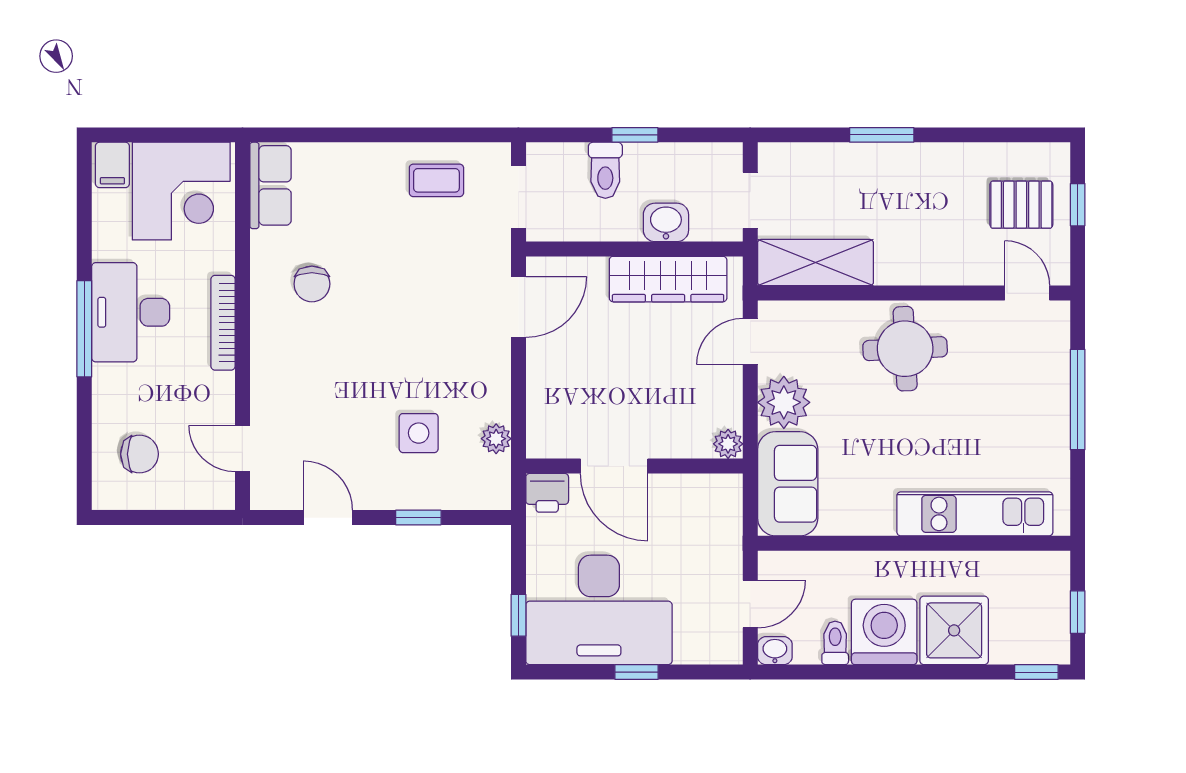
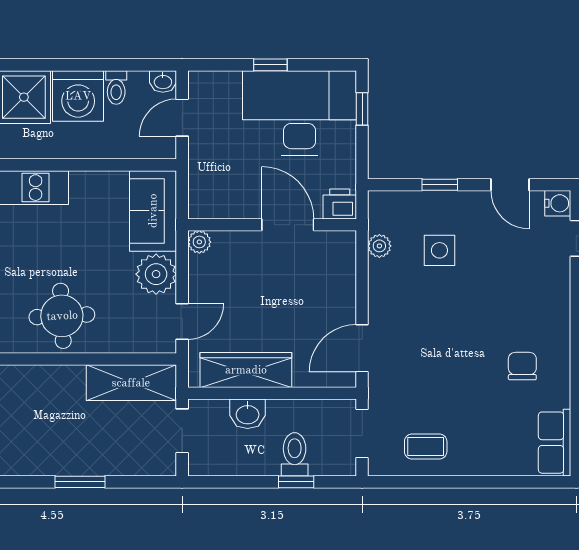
window: (635, 135) -> (296, 482), moved
water cooler: (266, 494) -> (558, 203), added

